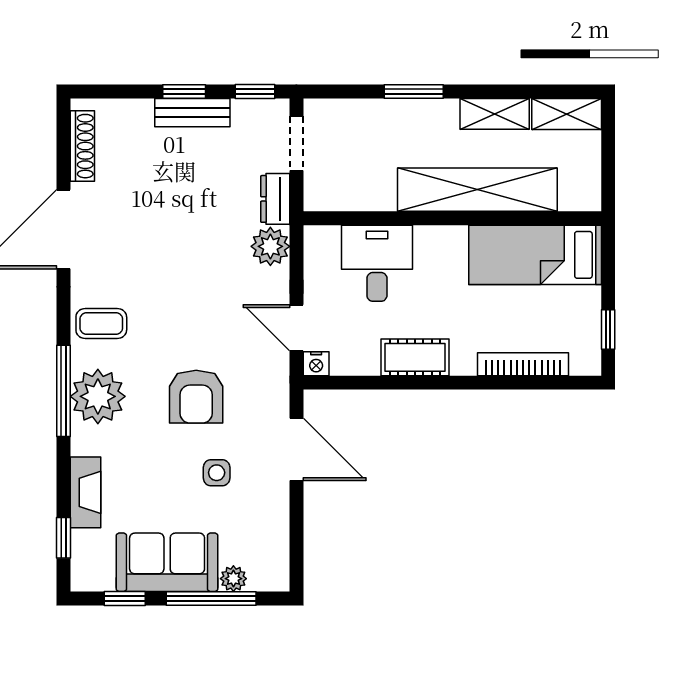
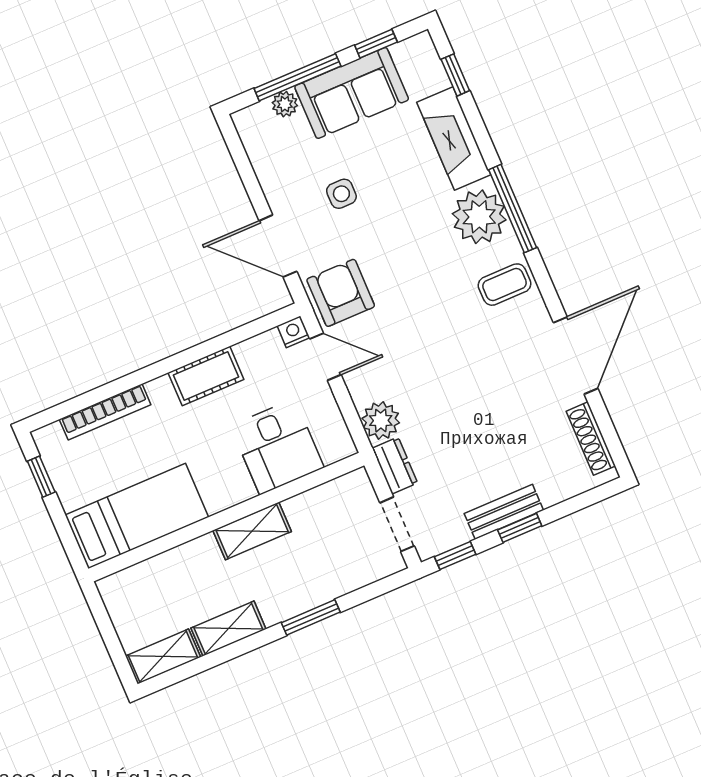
shelving: (477, 190) -> (252, 531), width x0.45, depth x0.75
armchair: (196, 397) -> (341, 293), moved
fireplace: (85, 492) -> (454, 139), width x1.37, depth x1.32

